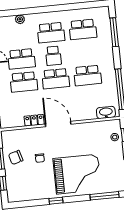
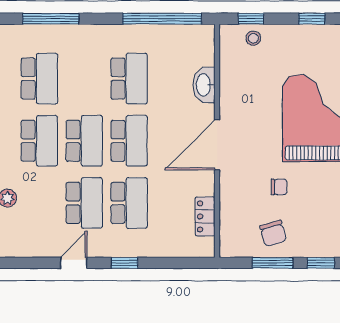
school desk: (53, 56) -> (84, 141), width x1.85
washbasin: (106, 112) -> (204, 85), moved
locker: (34, 120) -> (205, 216), moved

